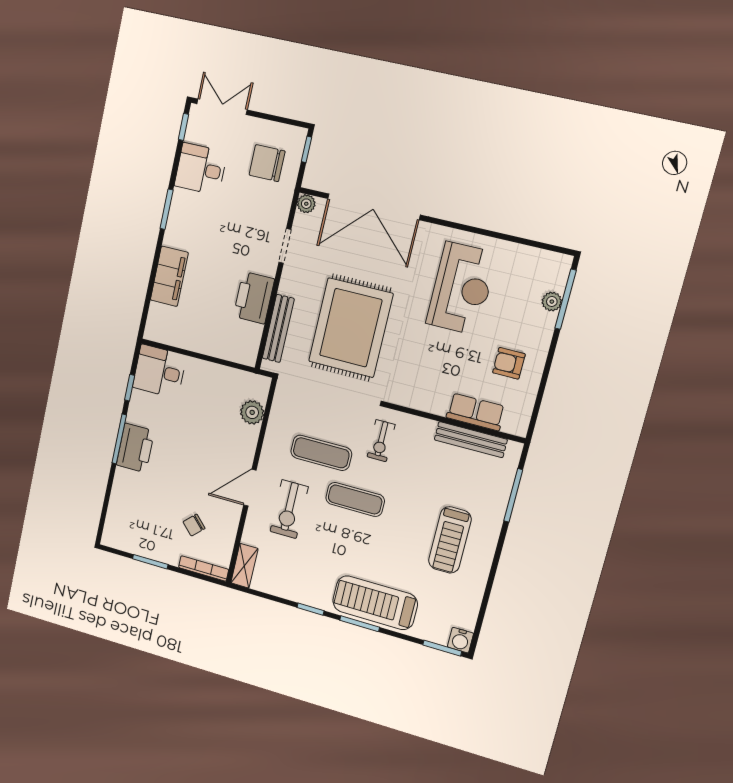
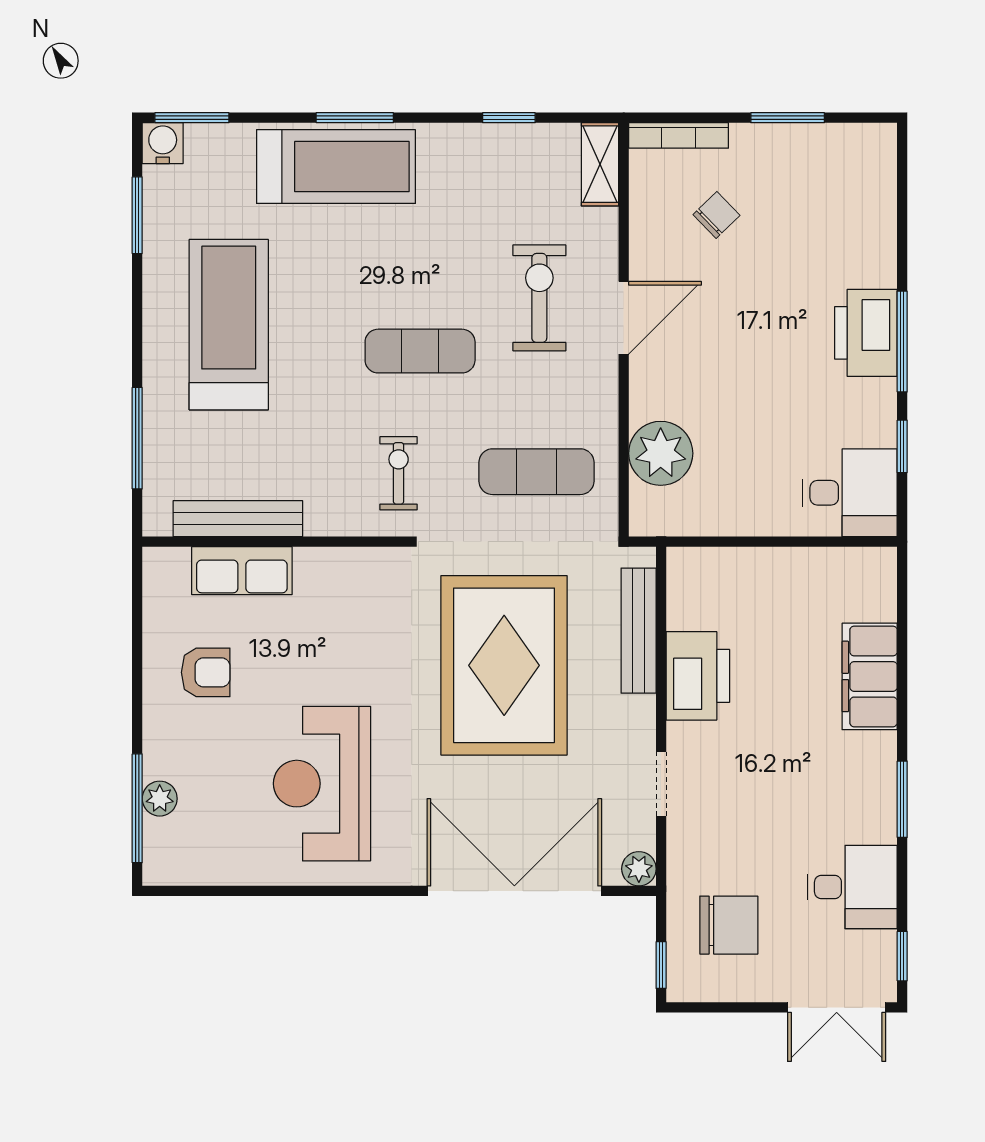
plant: (252, 412) -> (661, 453), width x1.36, depth x1.36
exercise mat: (321, 453) -> (536, 472), moved
treadmill: (450, 540) -> (229, 325), width x1.37, depth x1.38
window: (483, 608) -> (137, 215), added
window: (311, 609) -> (509, 118), moved

